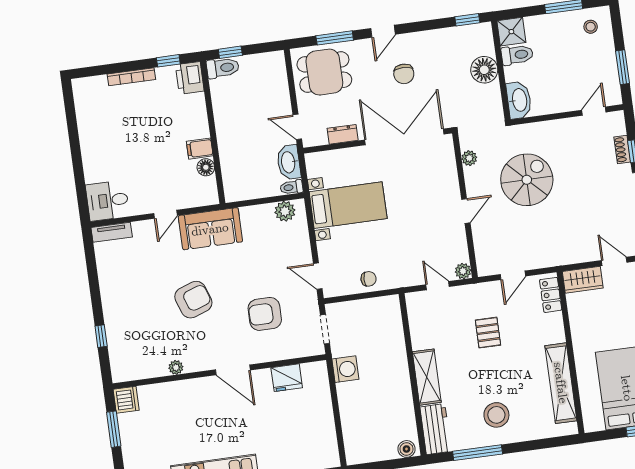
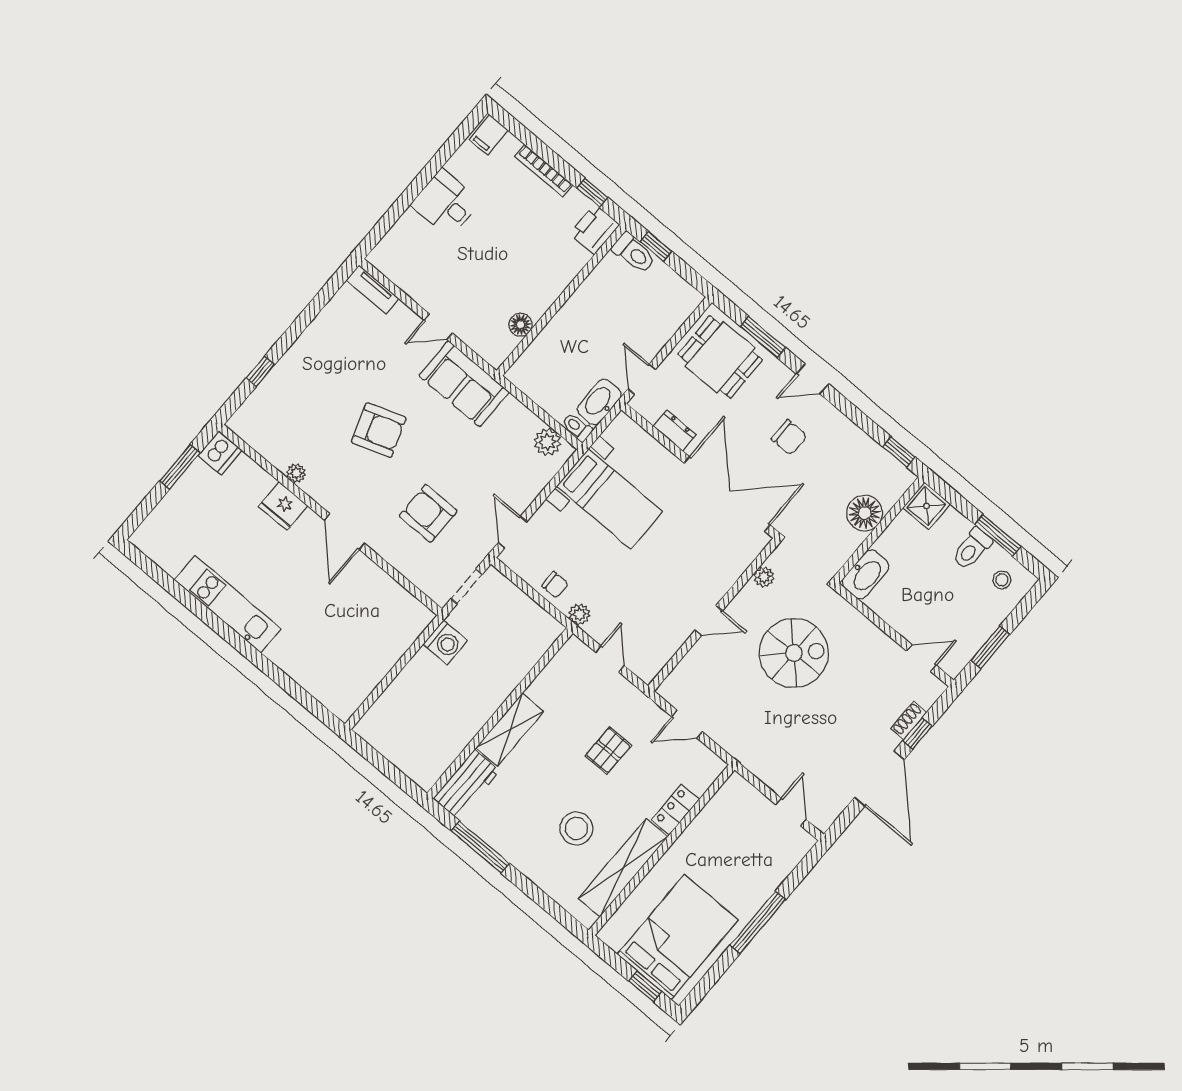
toilet: (517, 55) -> (972, 549), moved, turned 90
chair: (404, 74) -> (789, 437), turned -90
filing cabinet: (200, 149) -> (489, 135), moved, turned -90
desk: (107, 201) -> (446, 203), moved
plant: (463, 271) -> (579, 614), moved
wardrobe: (583, 280) -> (745, 797), removed
locker: (551, 295) -> (675, 810), moved
fridge: (287, 378) -> (283, 506), moved
stool: (496, 415) -> (576, 828), moved
boiler: (406, 449) -> (421, 774), removed

